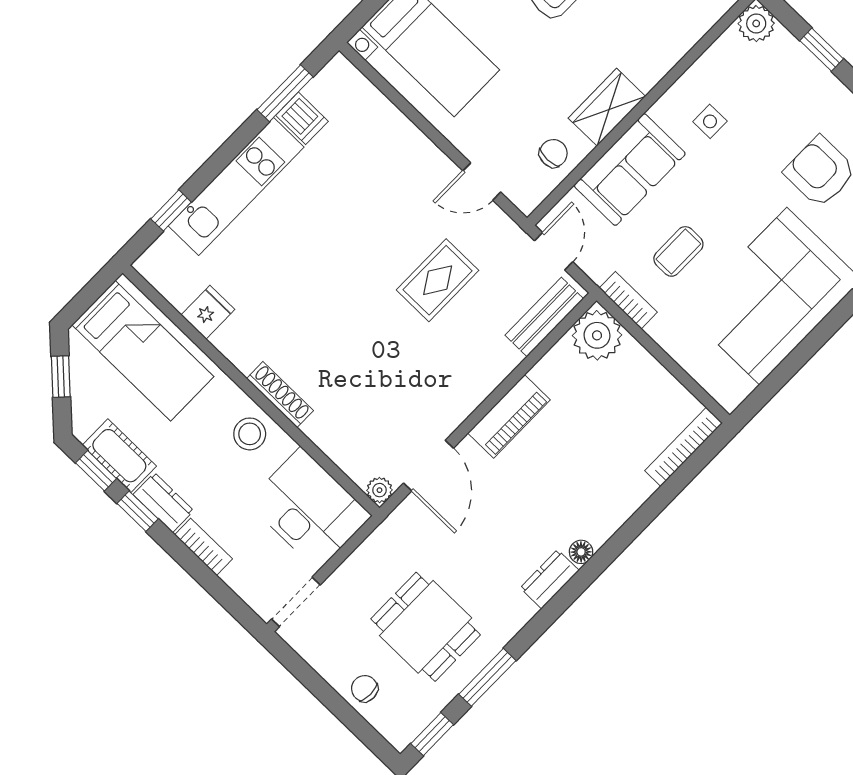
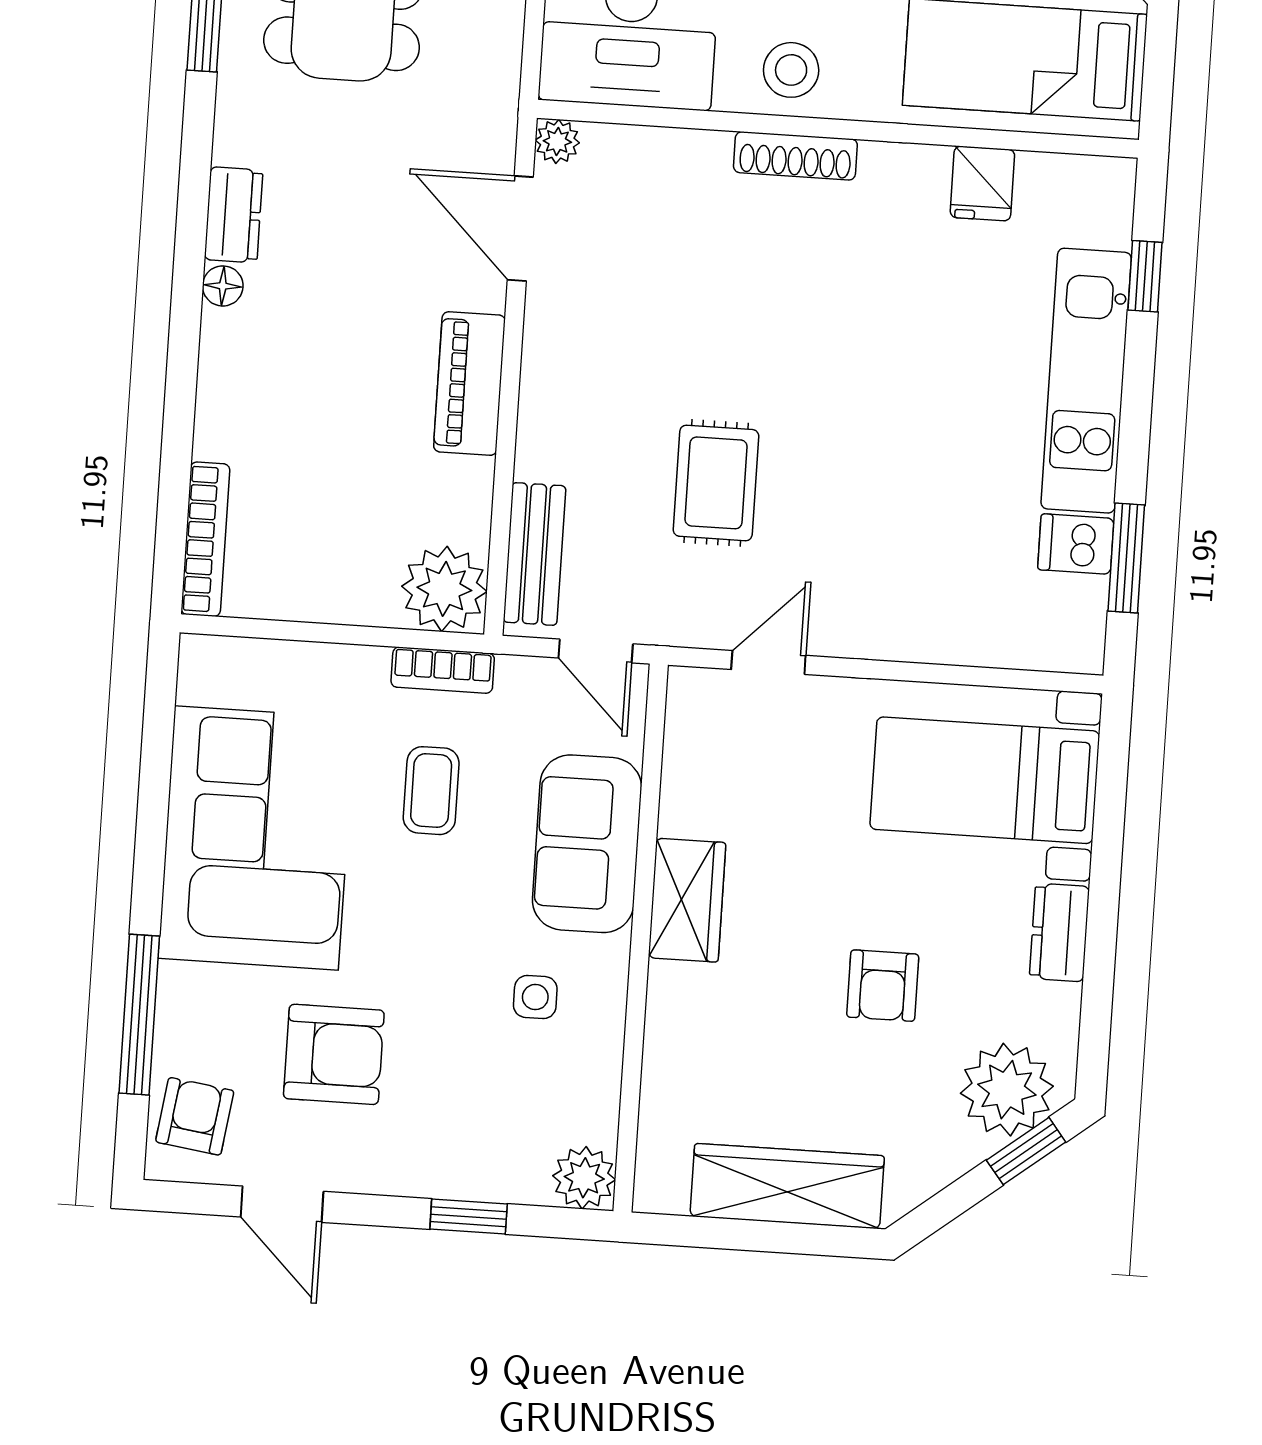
chair: (553, 153) -> (706, 780), removed

